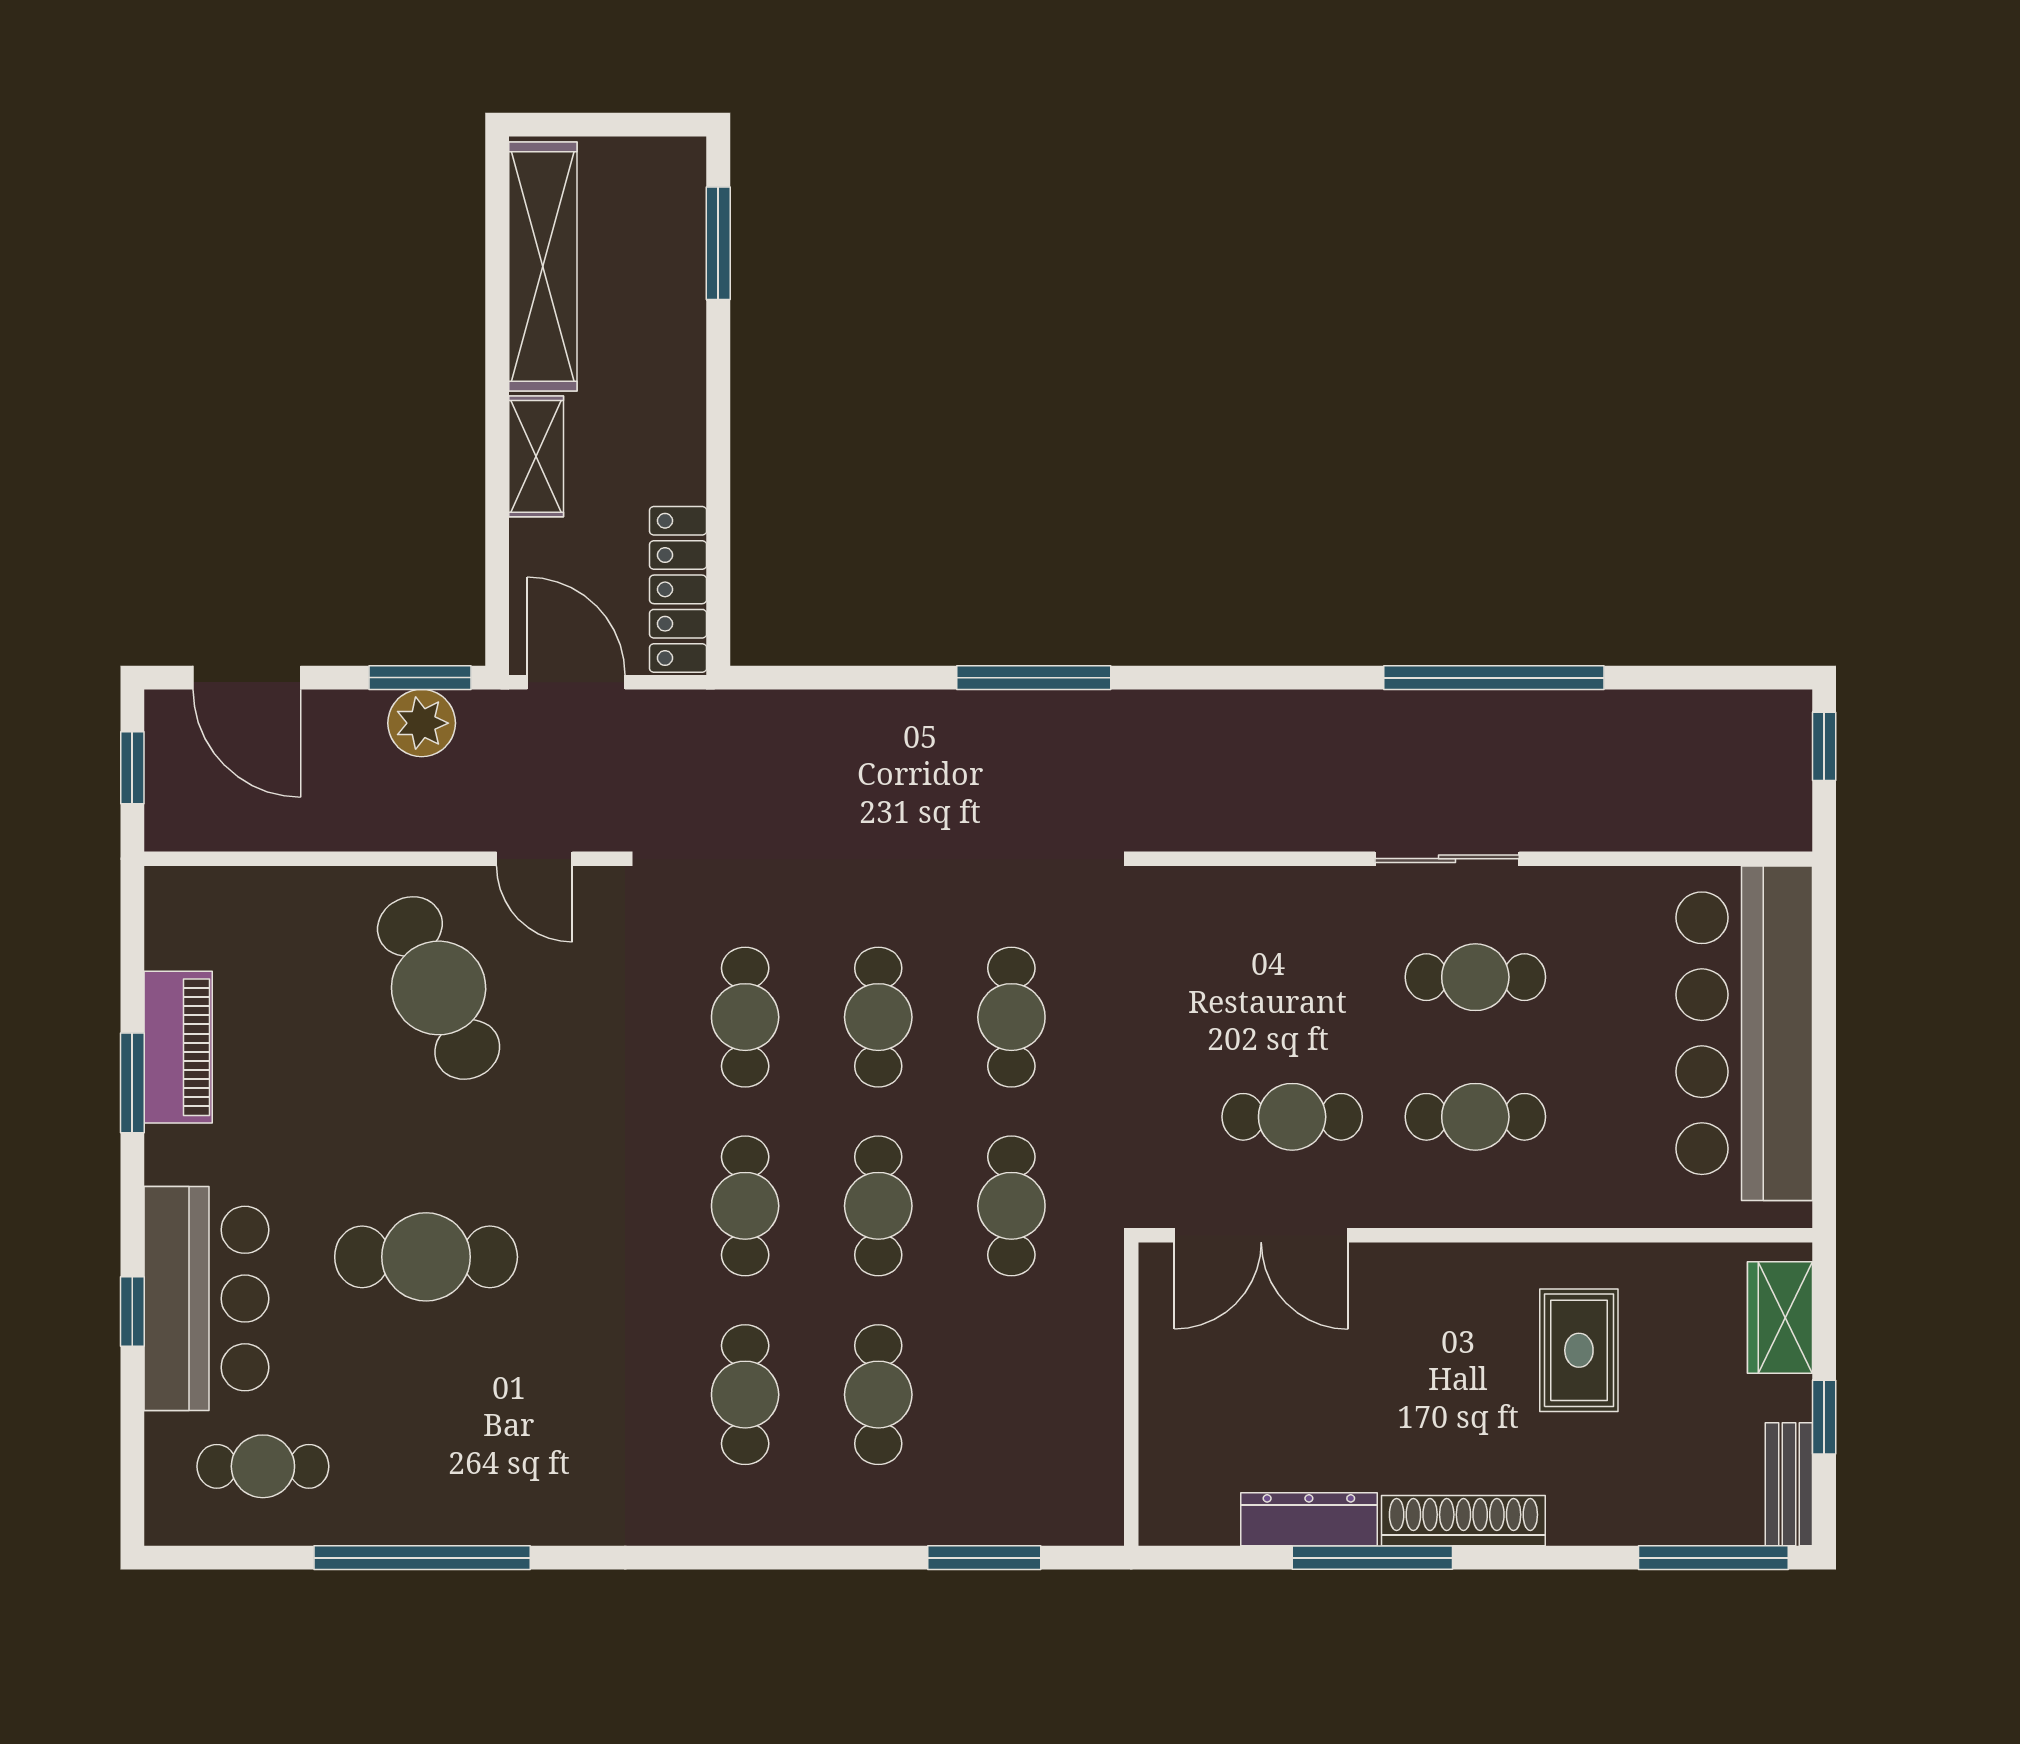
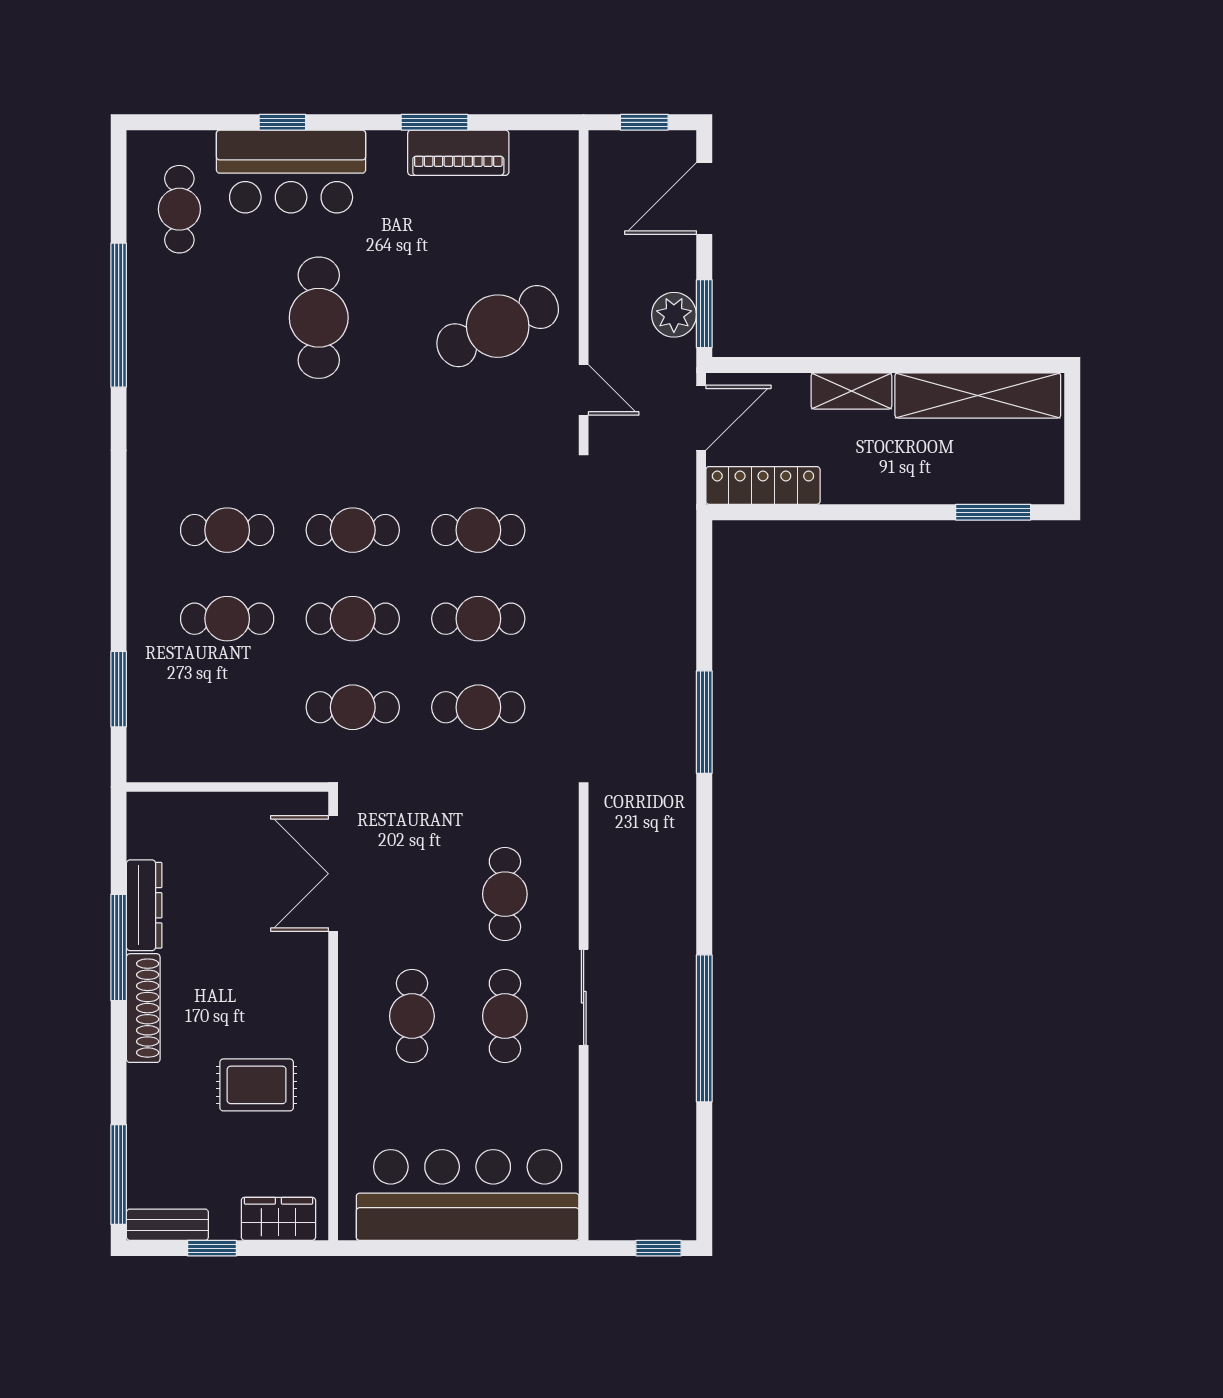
door: (534, 859) -> (584, 390), swing flipped
cafe table: (1292, 1117) -> (505, 894), moved

